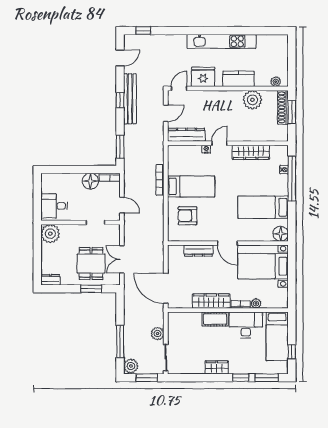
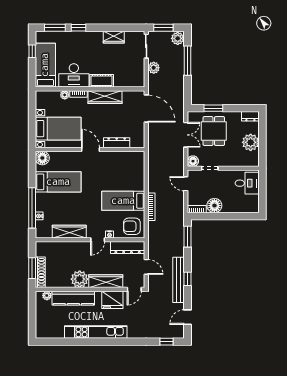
kitchen counter: (238, 79) -> (73, 298), width x1.50
wardrobe: (210, 97) -> (106, 281), added
plant: (252, 100) -> (80, 279), moved
door: (166, 113) -> (146, 267), swing flipped
armchair: (188, 216) -> (132, 226), moved, turned 180
floor lamp: (114, 230) -> (193, 161), added
plant: (50, 234) -> (251, 142), moved
wardrobe: (217, 367) -> (114, 37), moved

